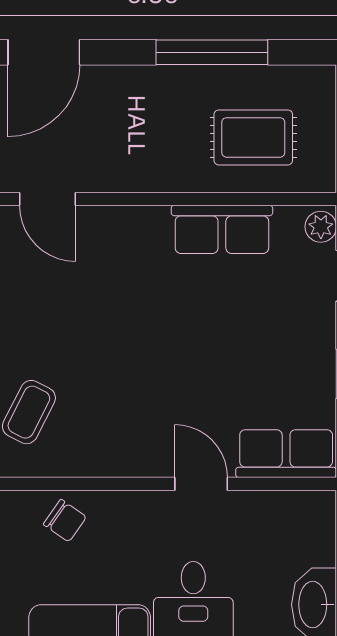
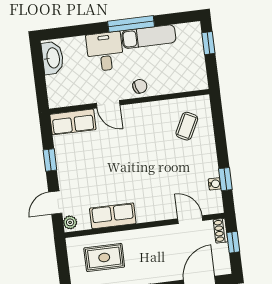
chair: (65, 521) -> (140, 86), moved, turned 127

